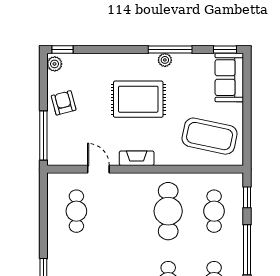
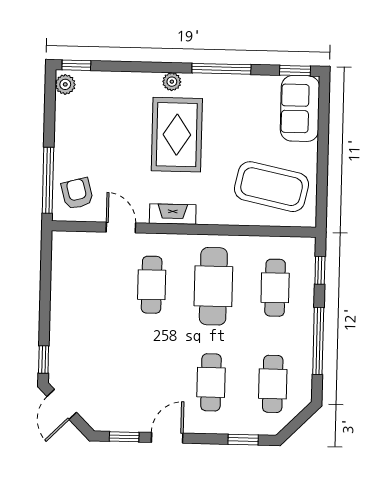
plant: (165, 60) -> (172, 82), moved
rug: (138, 99) -> (177, 135), turned 90
armchair: (64, 103) -> (77, 193), moved
cafe table: (76, 211) -> (152, 285), moved

